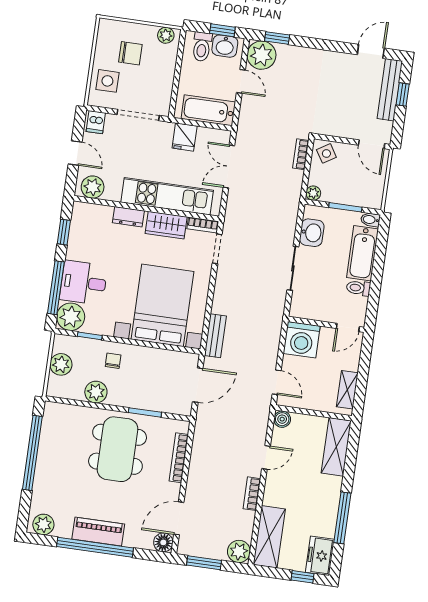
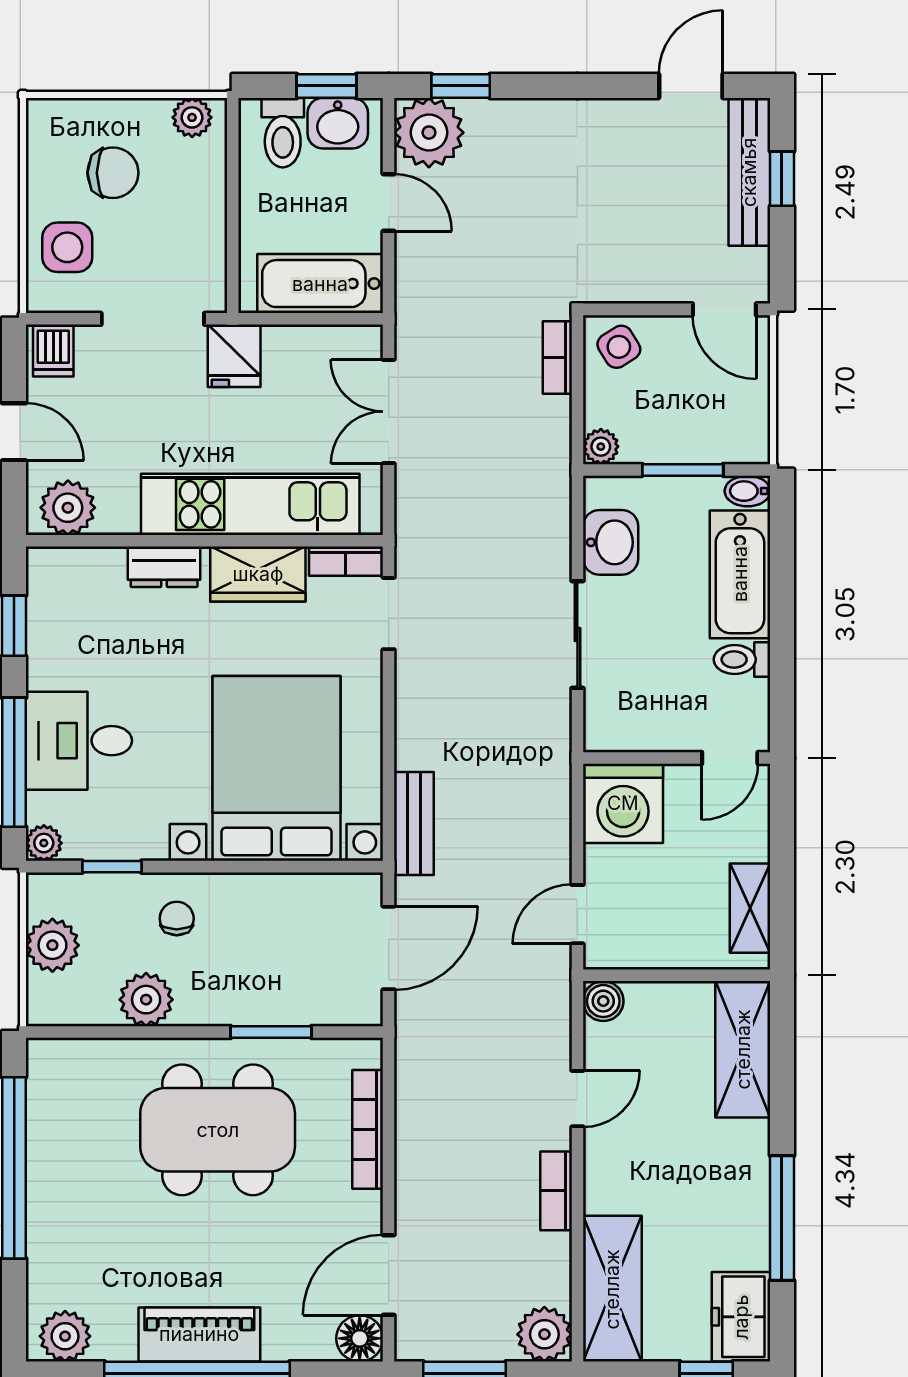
fridge: (185, 137) -> (234, 356), moved
plant: (71, 317) -> (44, 843), width x0.53, depth x0.53
door: (277, 382) -> (577, 914), swing flipped
dining table: (118, 449) -> (218, 1130), turned 90

